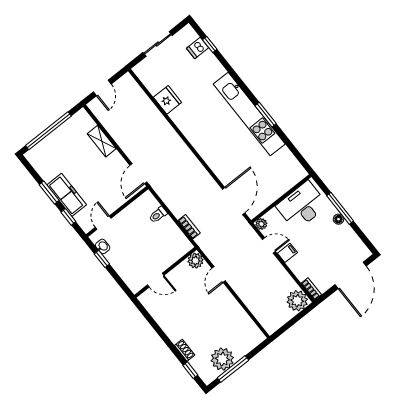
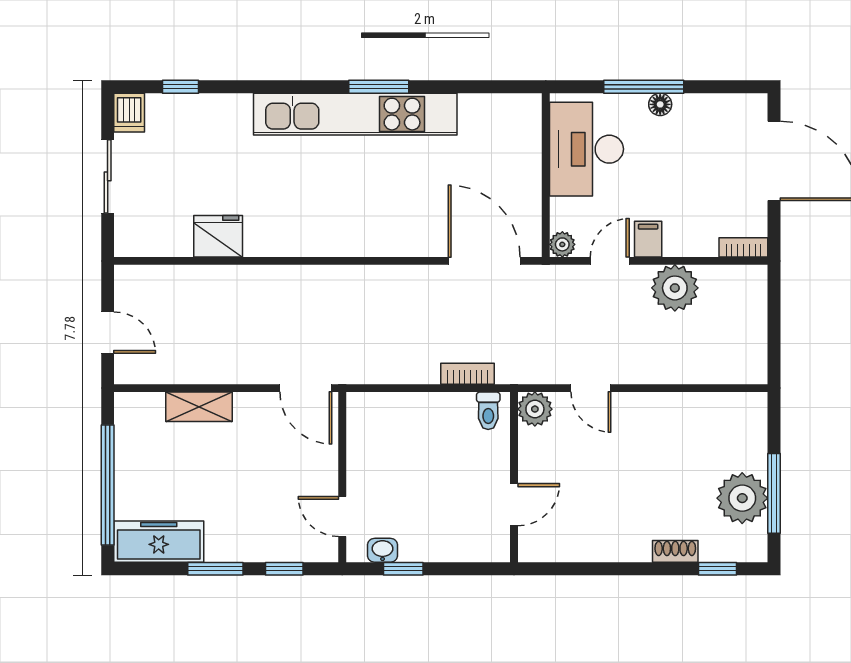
dishwasher: (198, 48) -> (129, 113), moved
freezer: (67, 195) -> (159, 542), moved
toilet: (158, 215) -> (488, 411), moved
plant: (297, 301) -> (675, 288), moved

